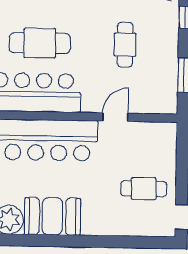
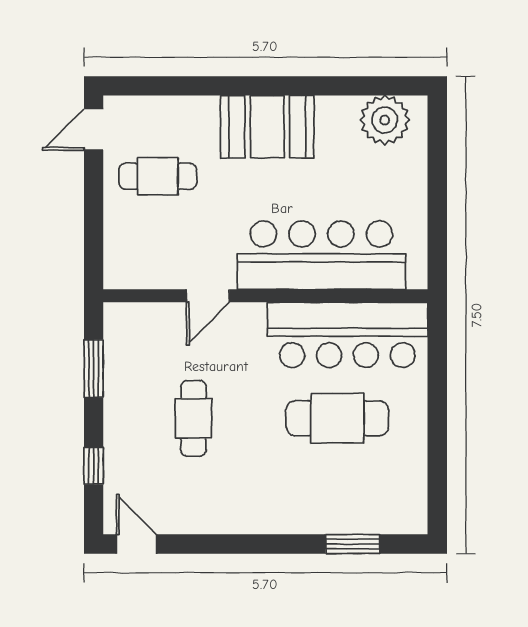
booth: (52, 216) -> (267, 127), moved

